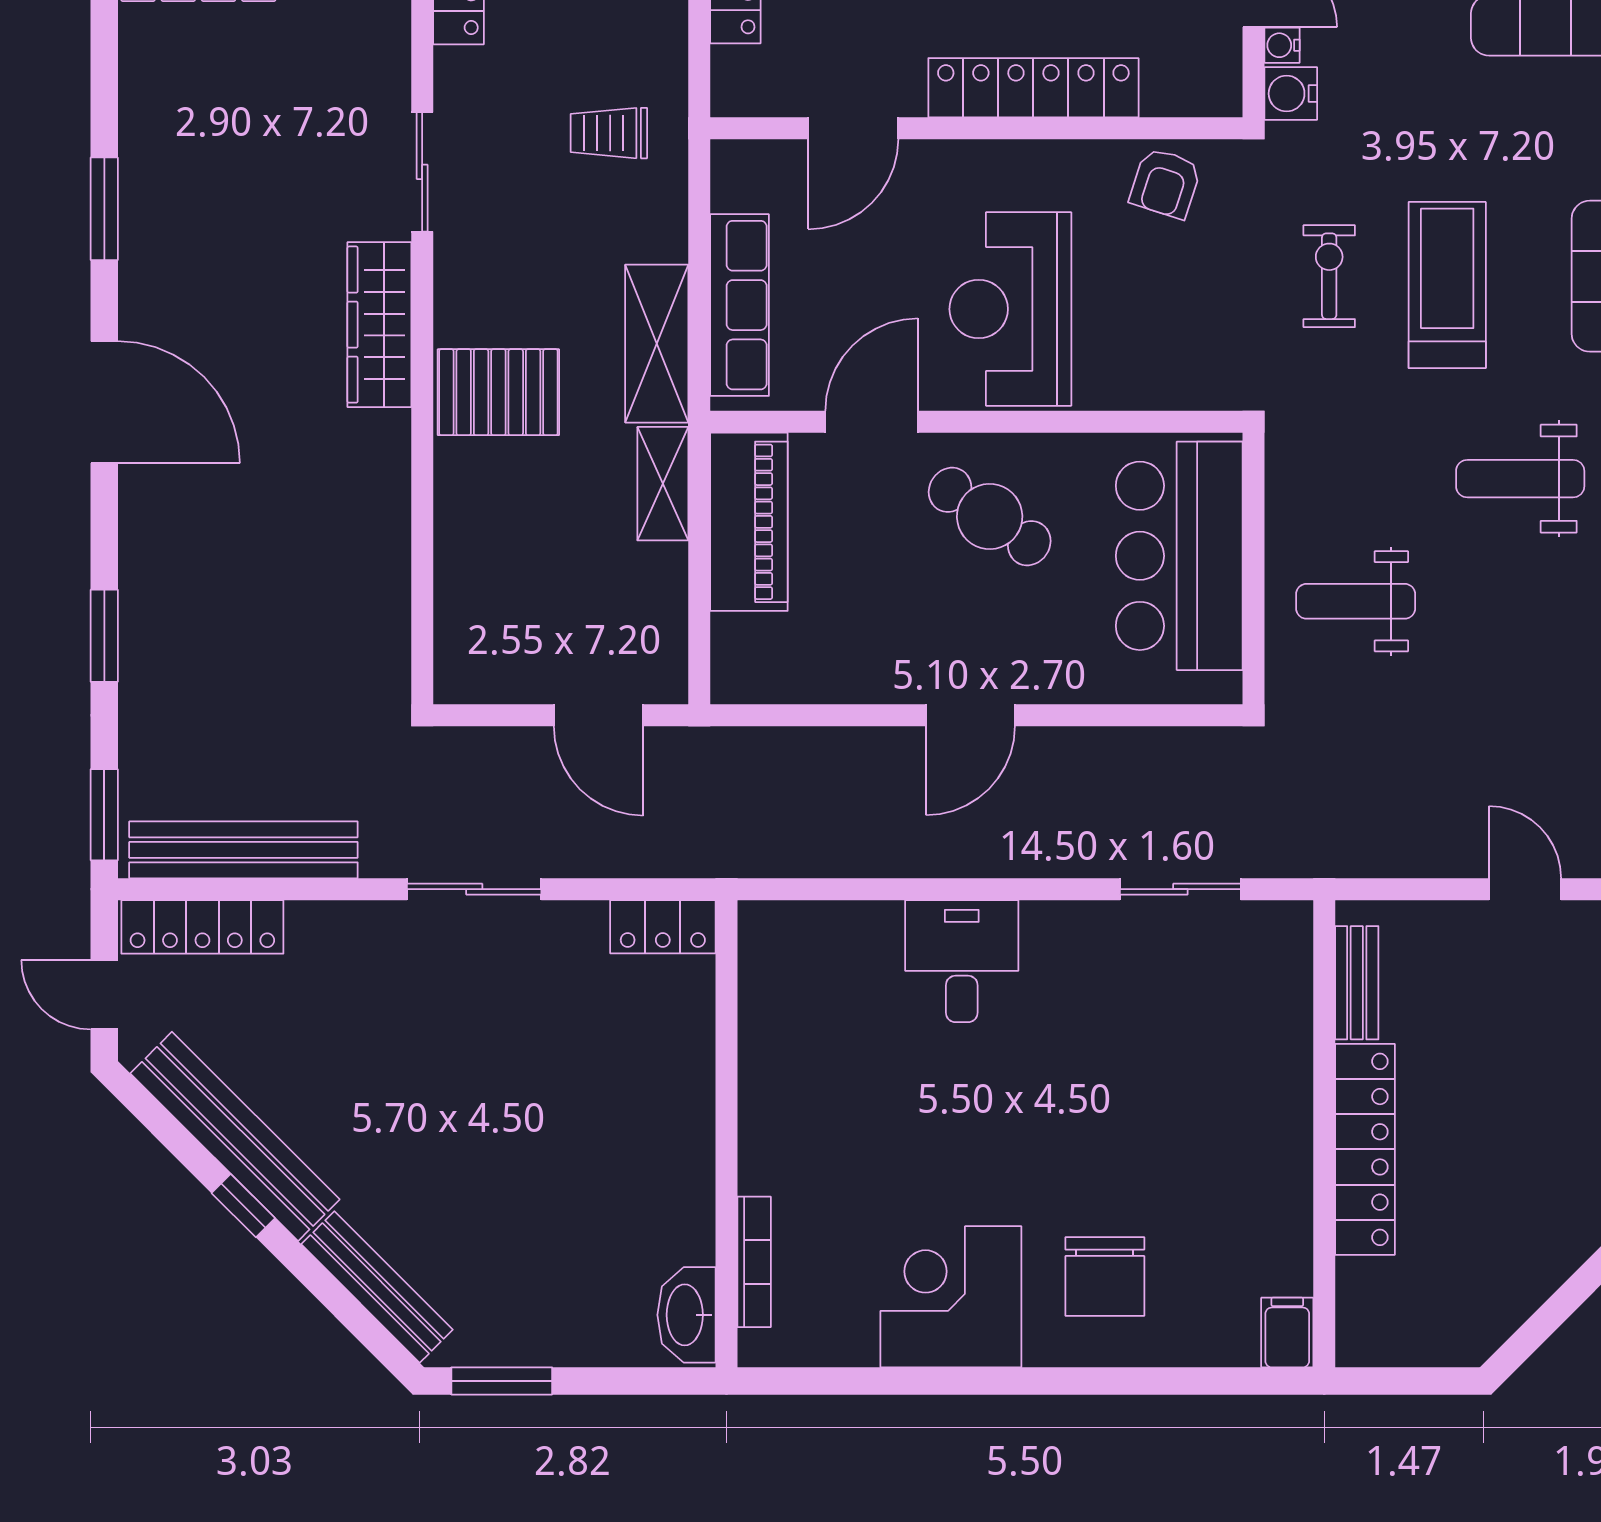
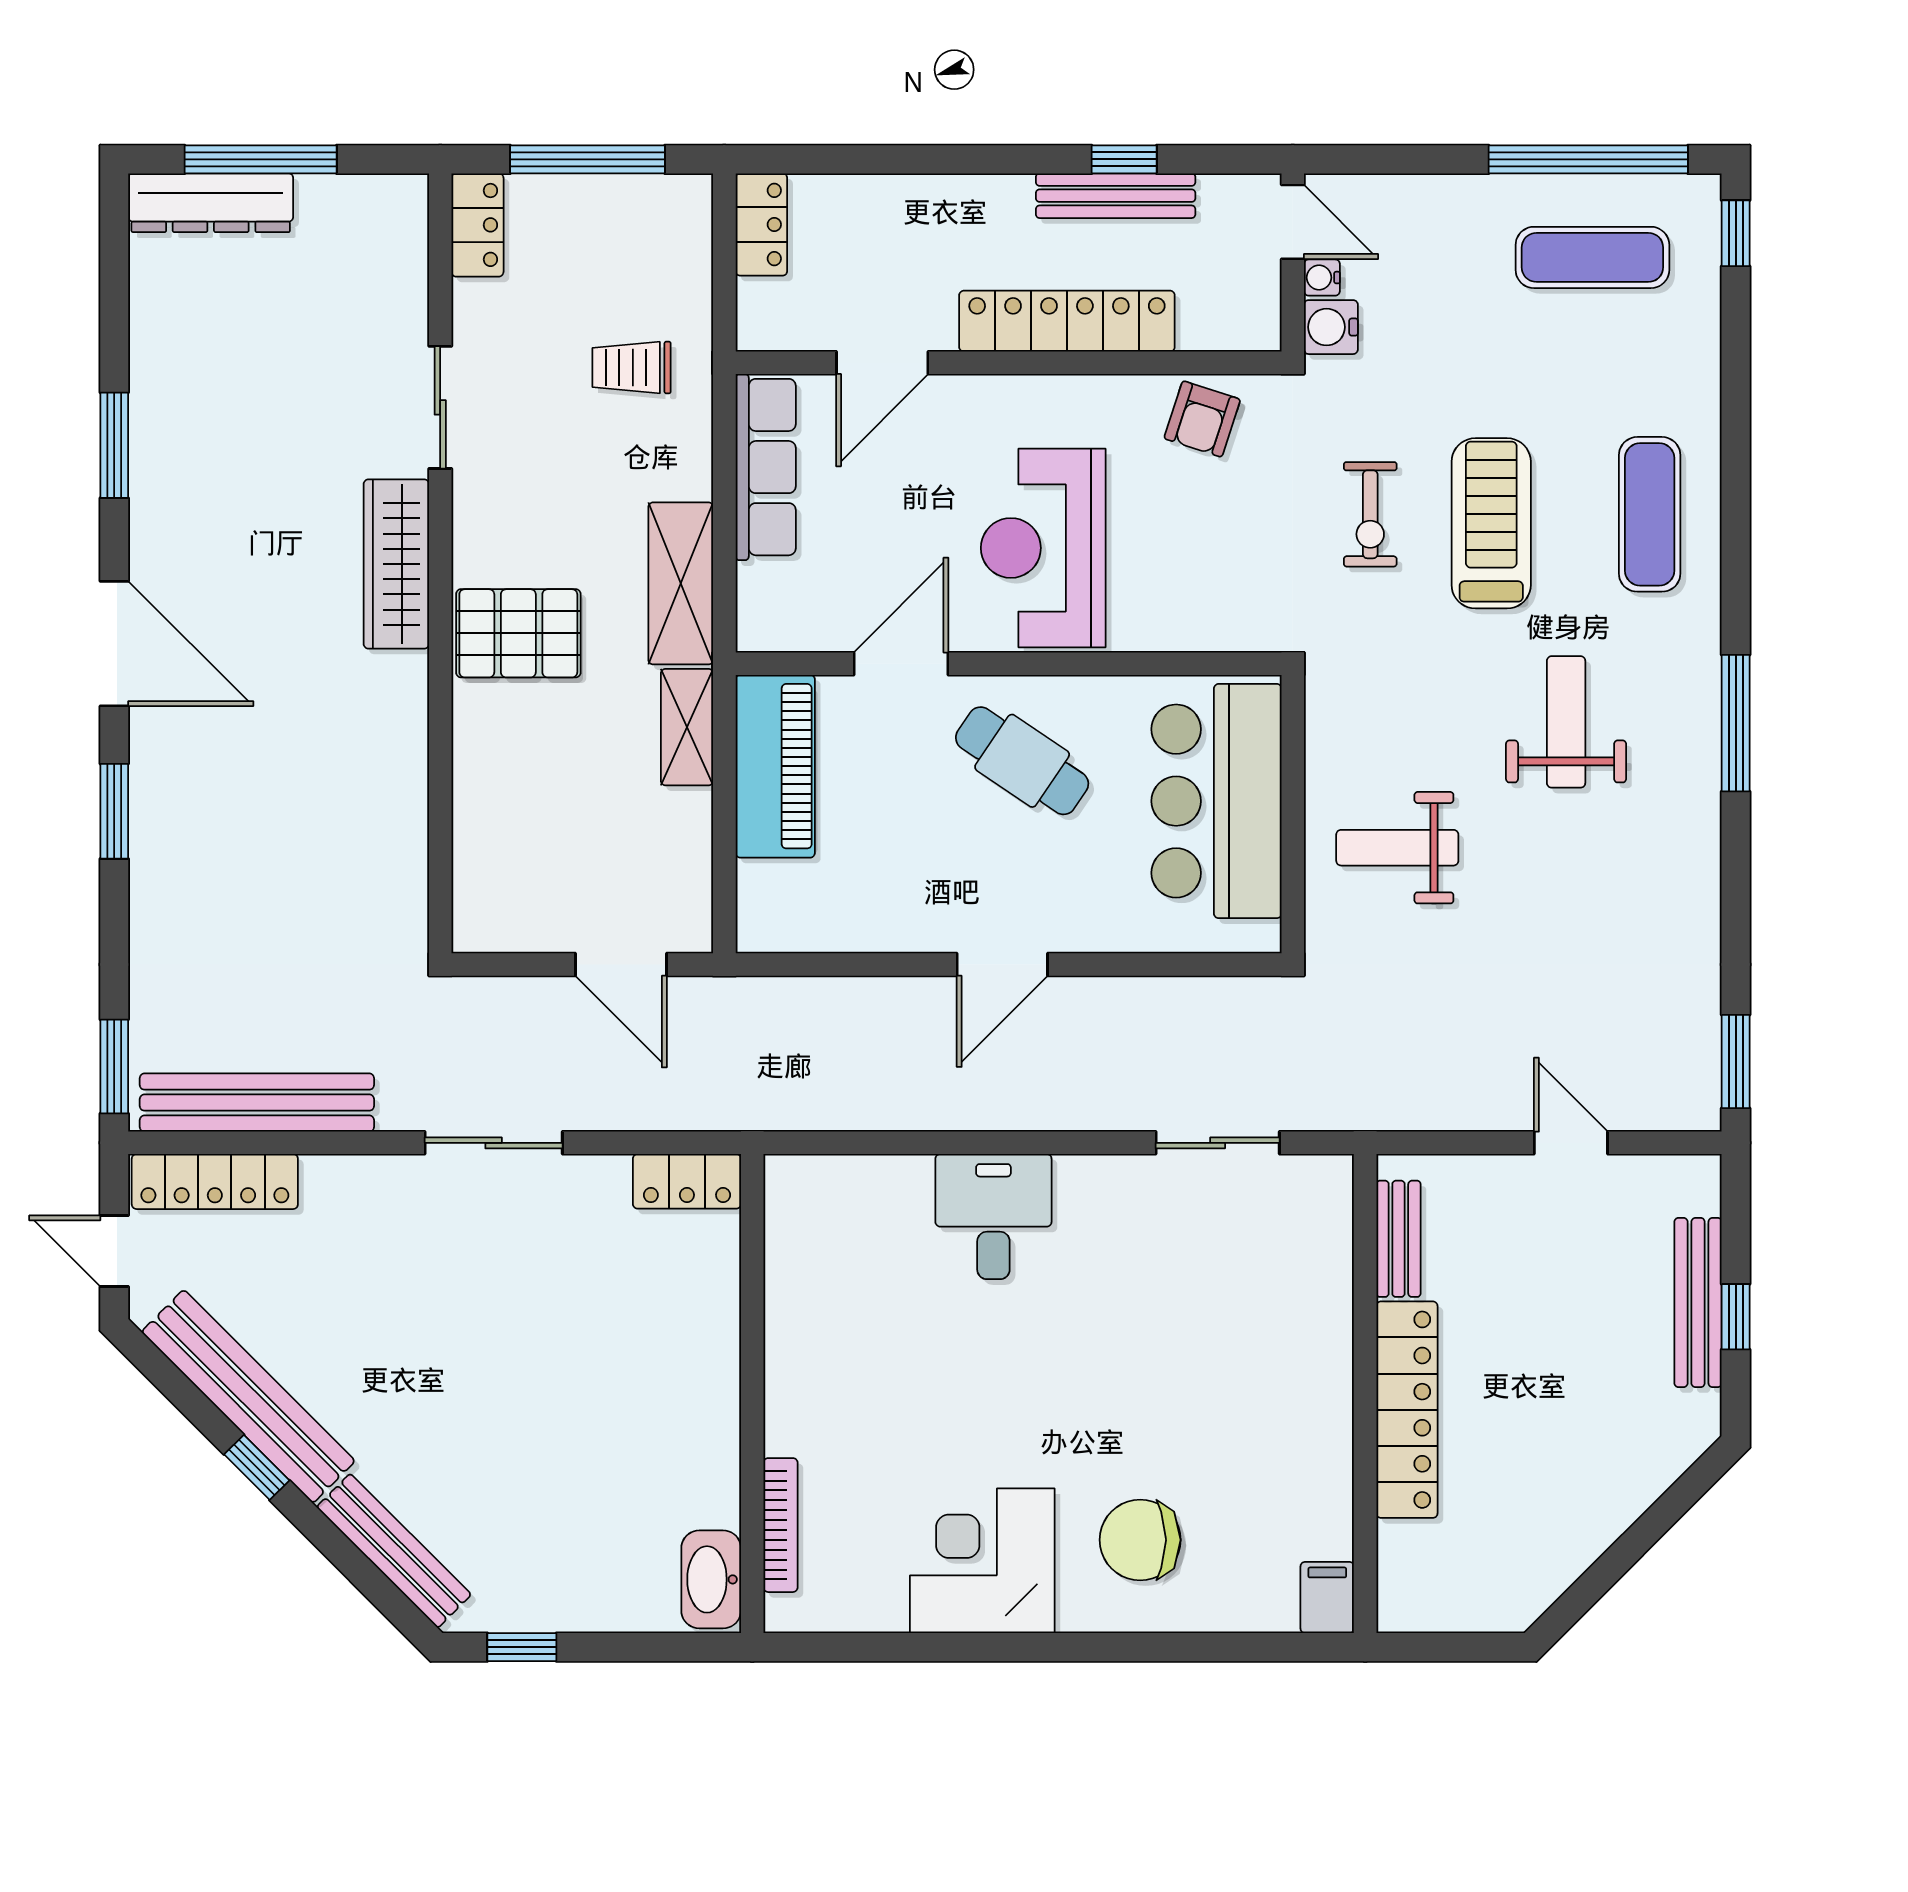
exercise bike: (1329, 276) -> (1370, 514), turned 180
row of seats: (740, 305) -> (766, 467), moved
weight bench: (1520, 479) -> (1566, 722), turned 90
window: (104, 636) -> (114, 811), moved
chair: (1105, 1276) -> (1140, 1540), turned 90
window: (502, 1381) -> (522, 1647), width x0.67

